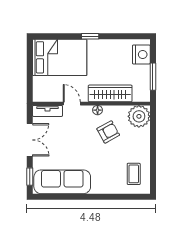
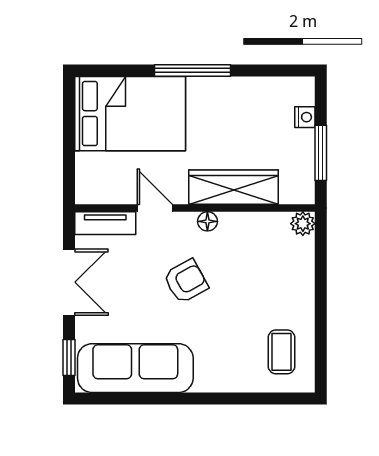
window: (90, 36) -> (193, 70), width x2.17
nightstand: (141, 54) -> (305, 117), width x0.53, depth x0.56
plant: (139, 116) -> (303, 224), width x0.53, depth x0.53
armchair: (108, 132) -> (186, 281), moved

